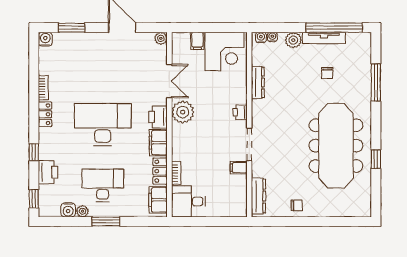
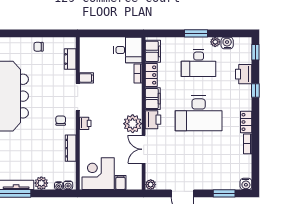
chair: (327, 73) -> (61, 121), moved
dresser: (259, 196) -> (70, 59), width x0.70

